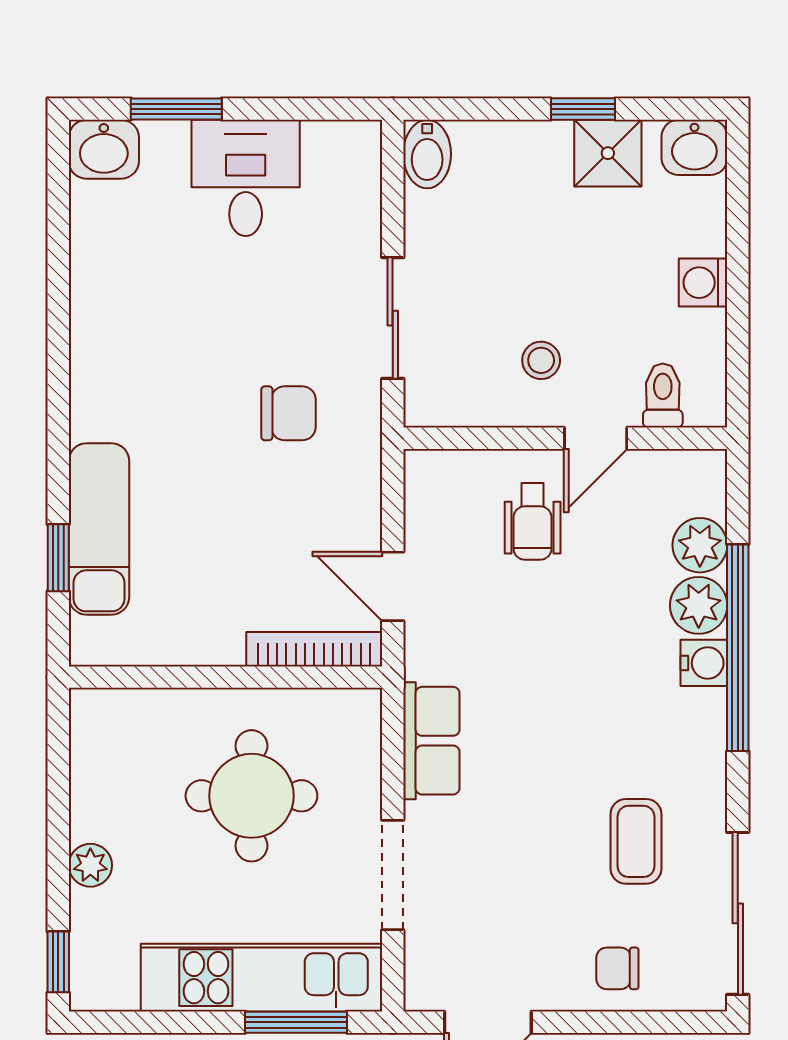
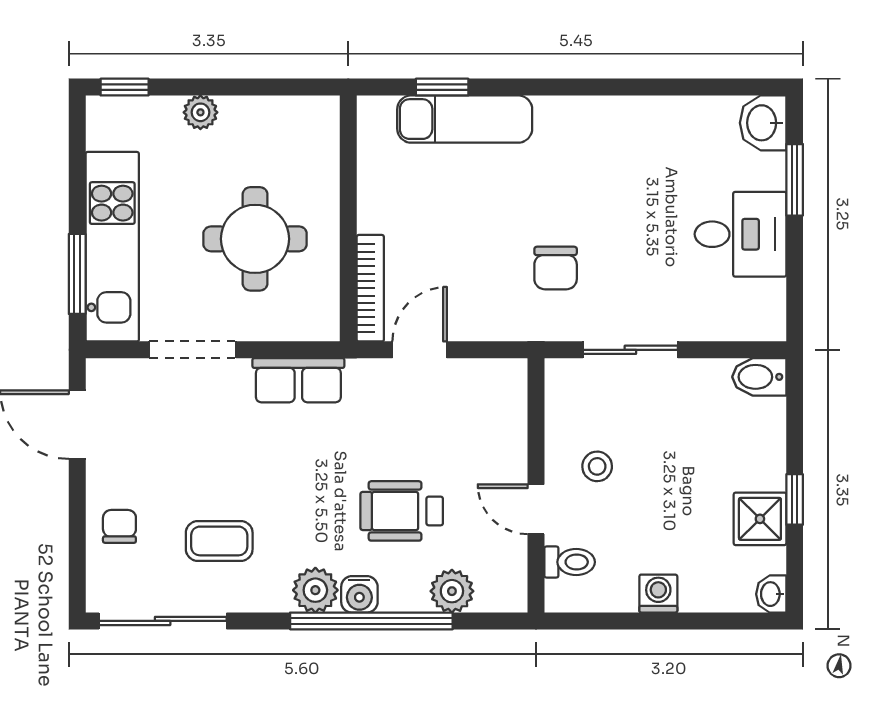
washbasin: (694, 147) -> (771, 594), width x0.72, depth x0.69
wheelchair: (533, 522) -> (402, 511), moved, width x1.36, depth x1.37
plant: (699, 605) -> (315, 590), moved

